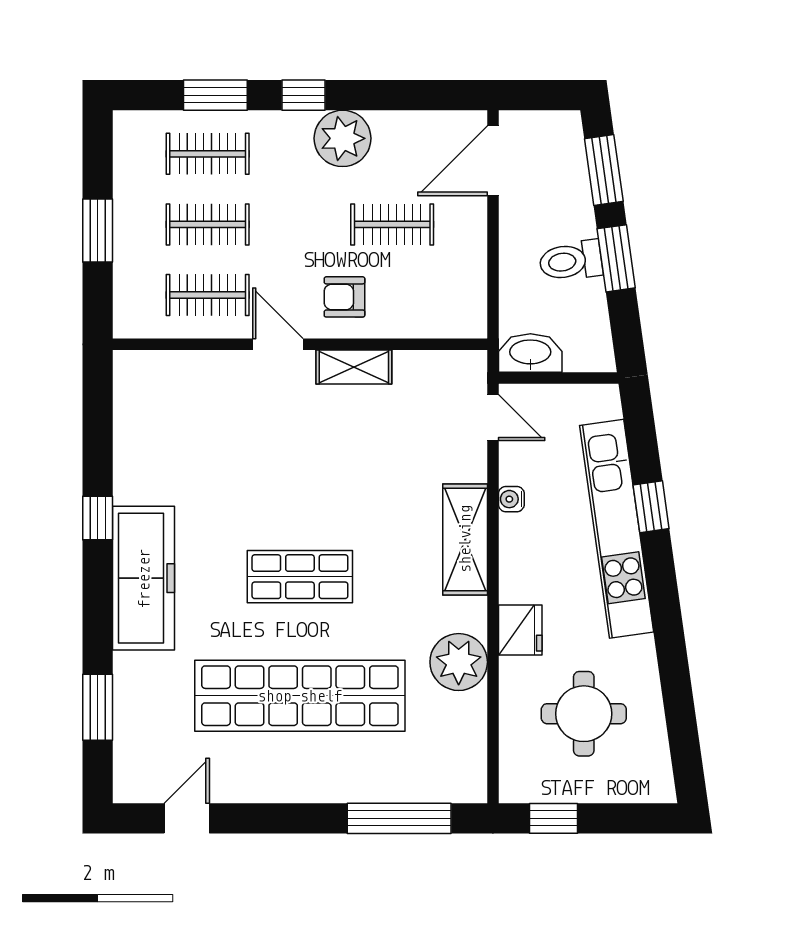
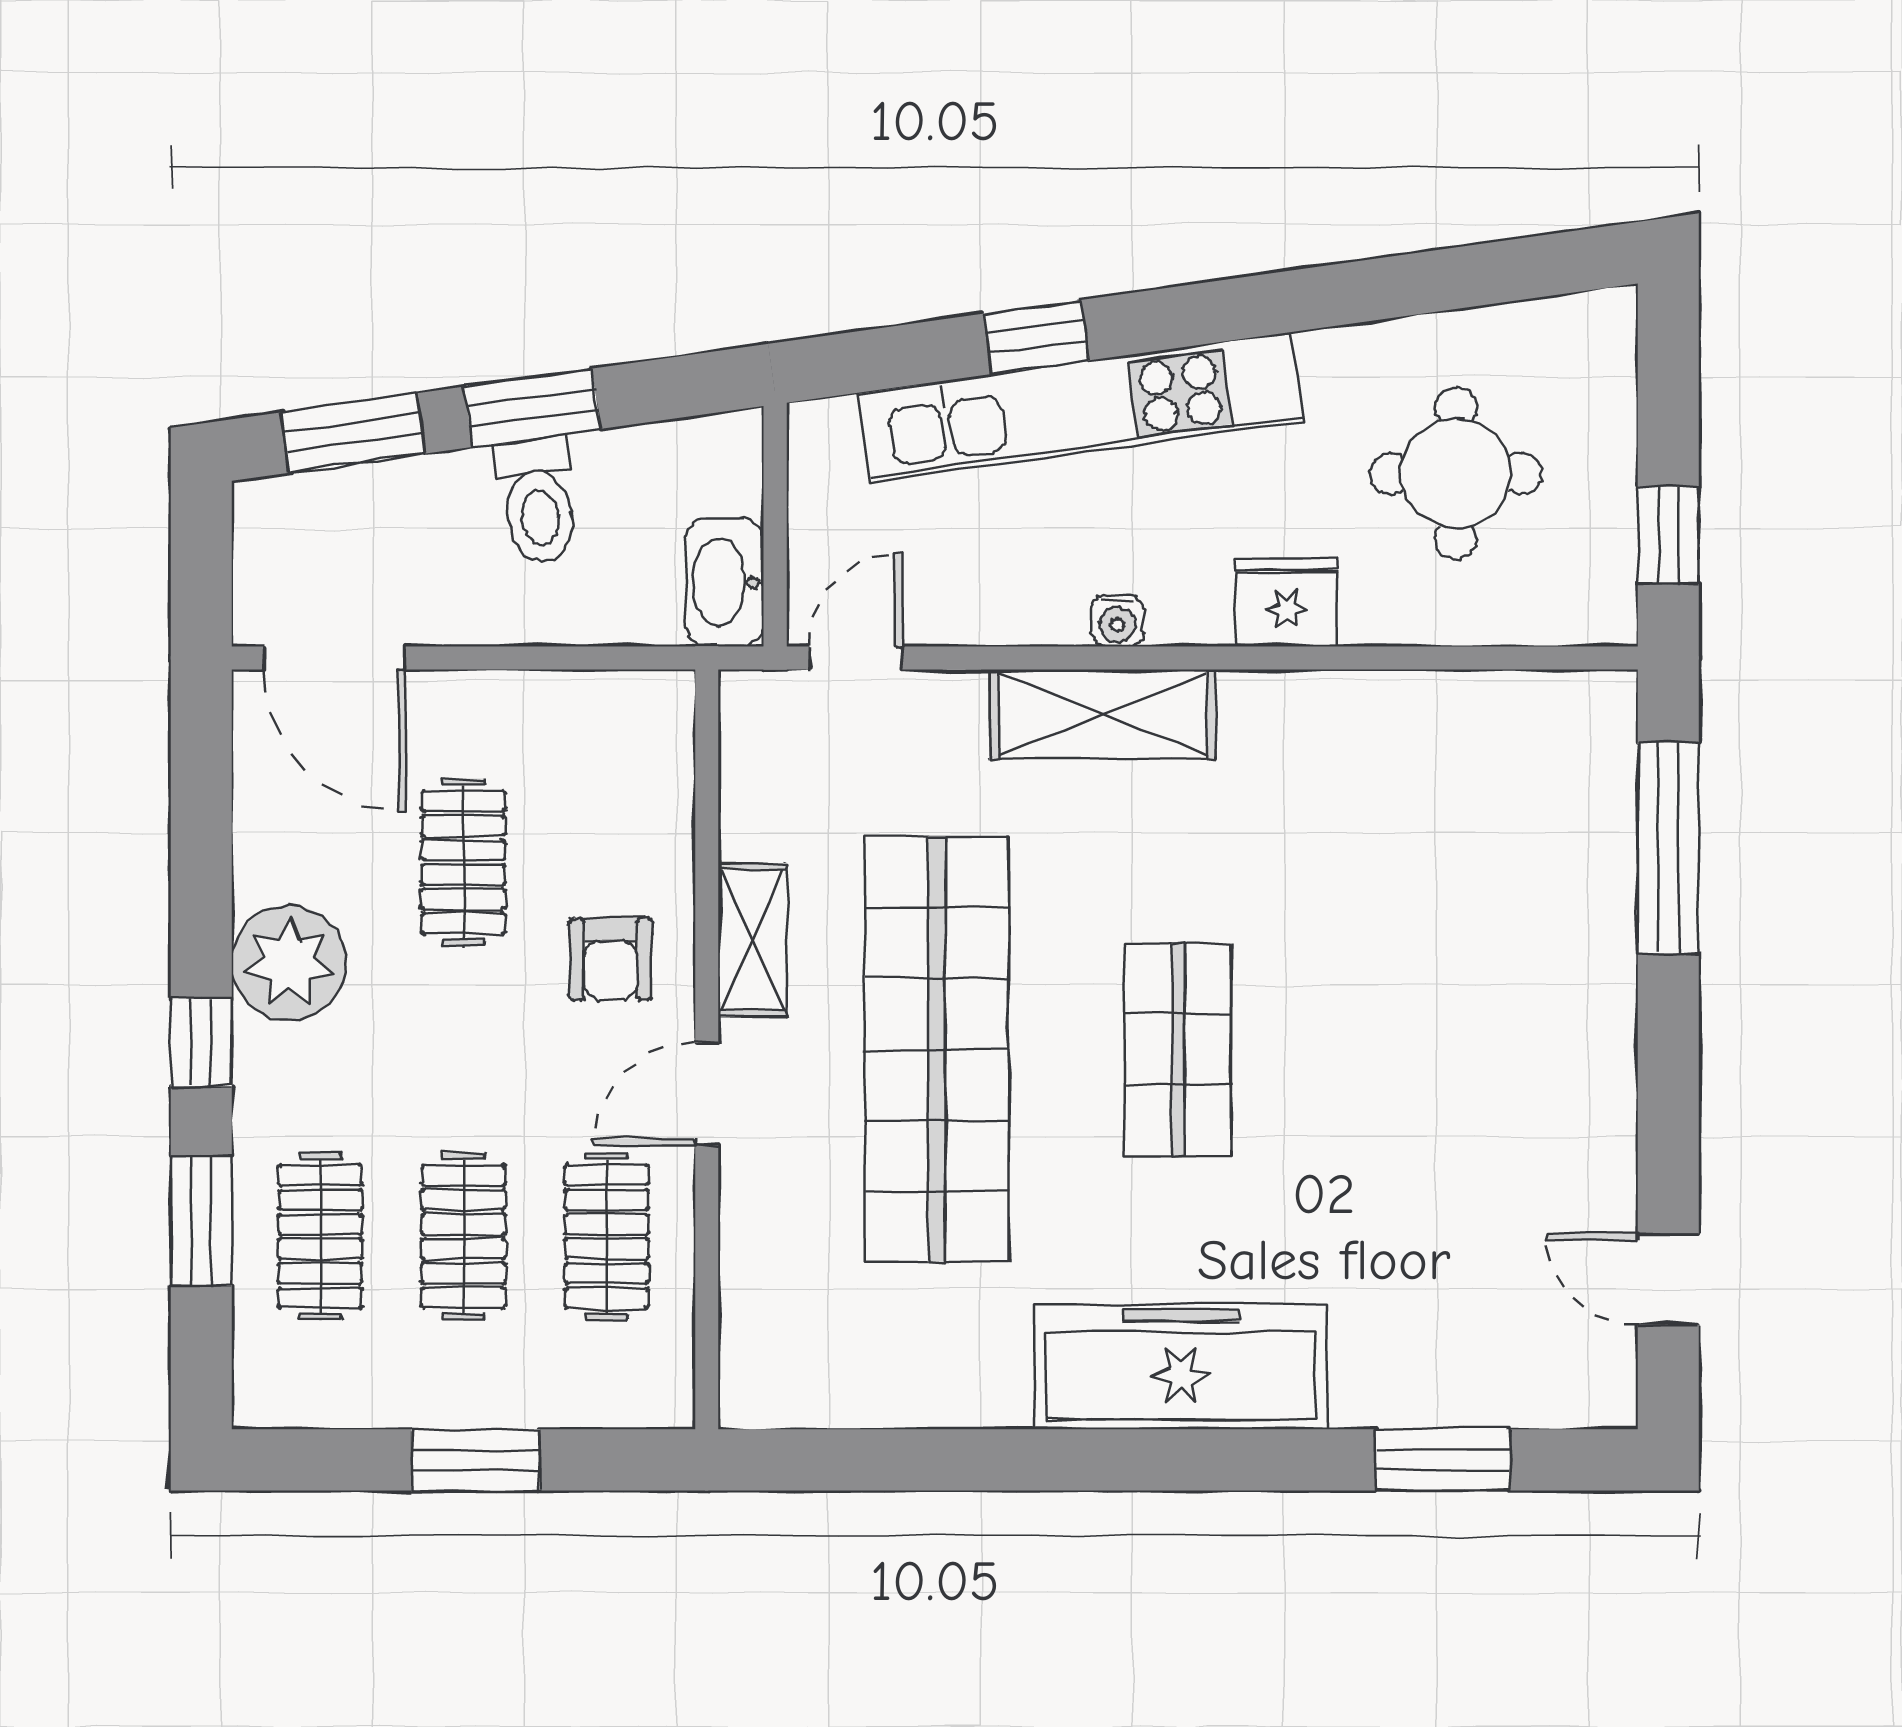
water cooler: (511, 499) -> (1117, 620), moved
window: (98, 518) -> (1059, 1460), removed
plant: (459, 662) -> (1351, 727), removed
shop shelf: (300, 696) -> (937, 1049), moved

